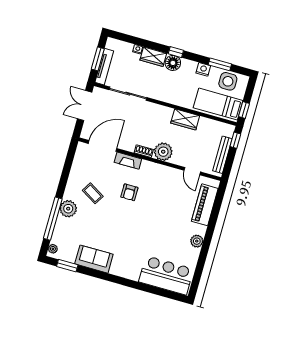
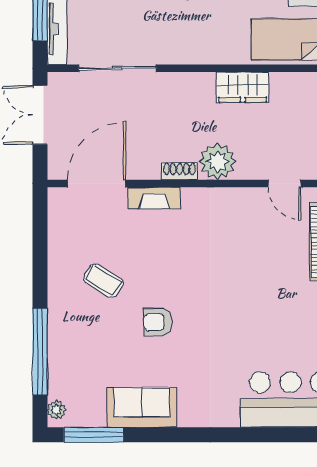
armchair: (129, 192) -> (158, 322), moved, turned 90
plant: (68, 209) -> (64, 324), removed
window: (67, 266) -> (94, 435), width x1.44

